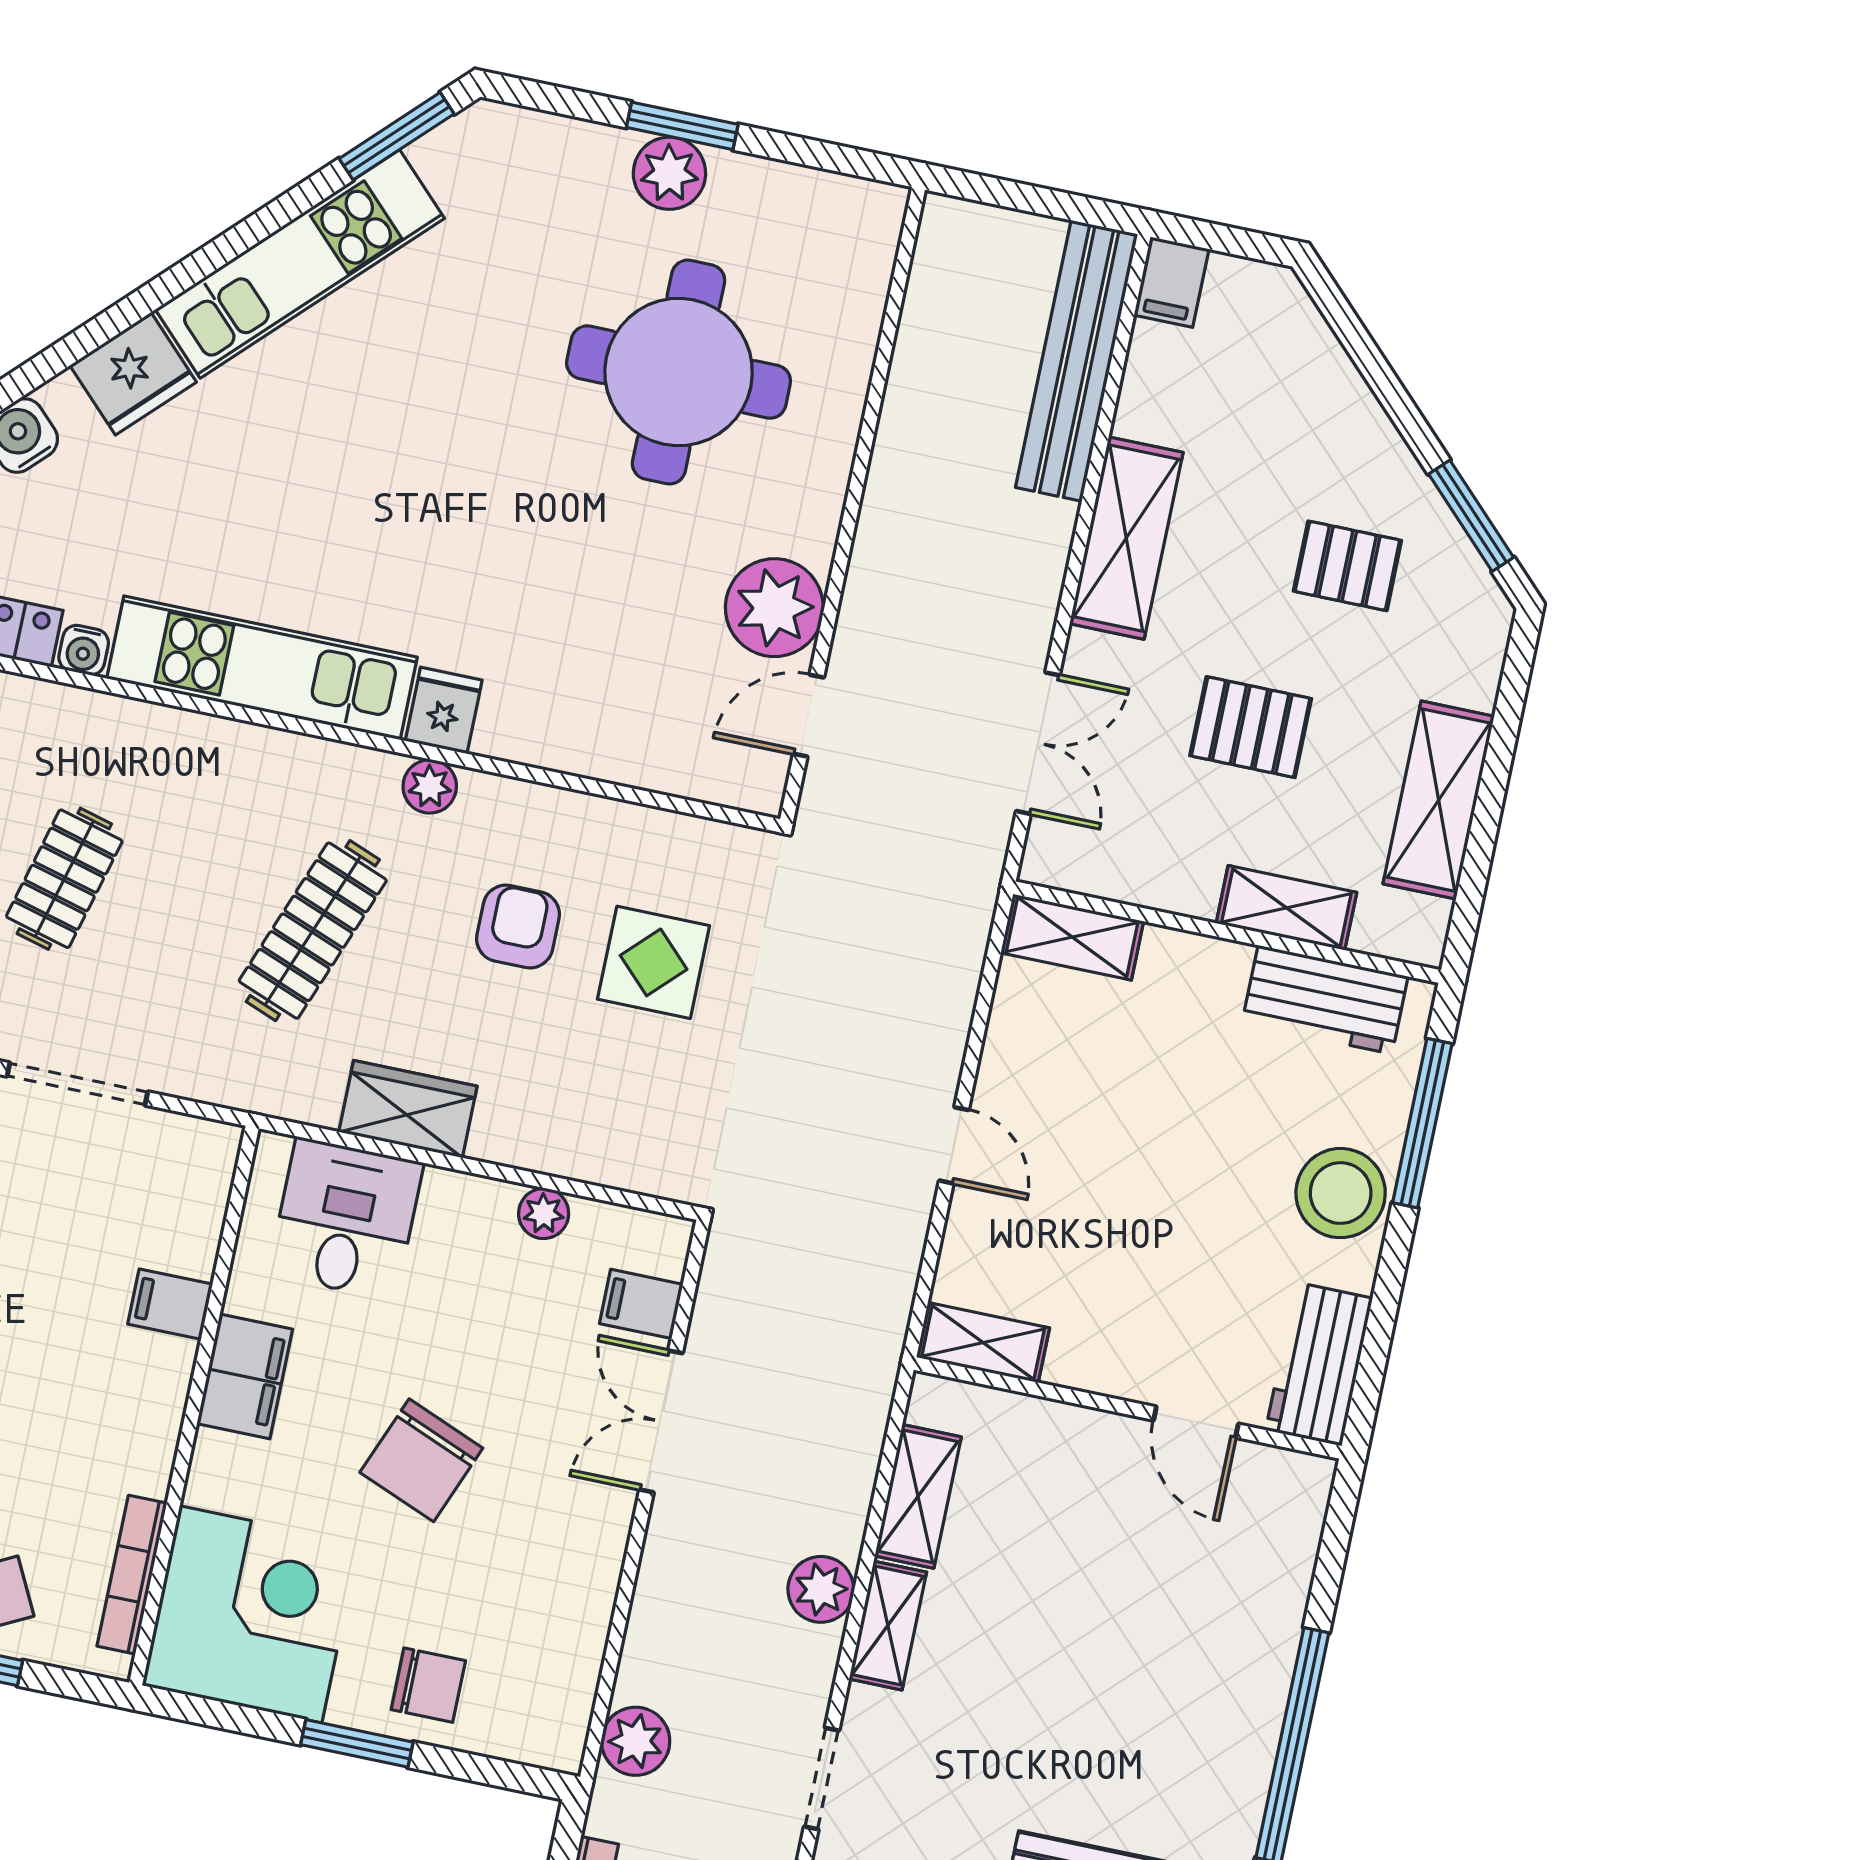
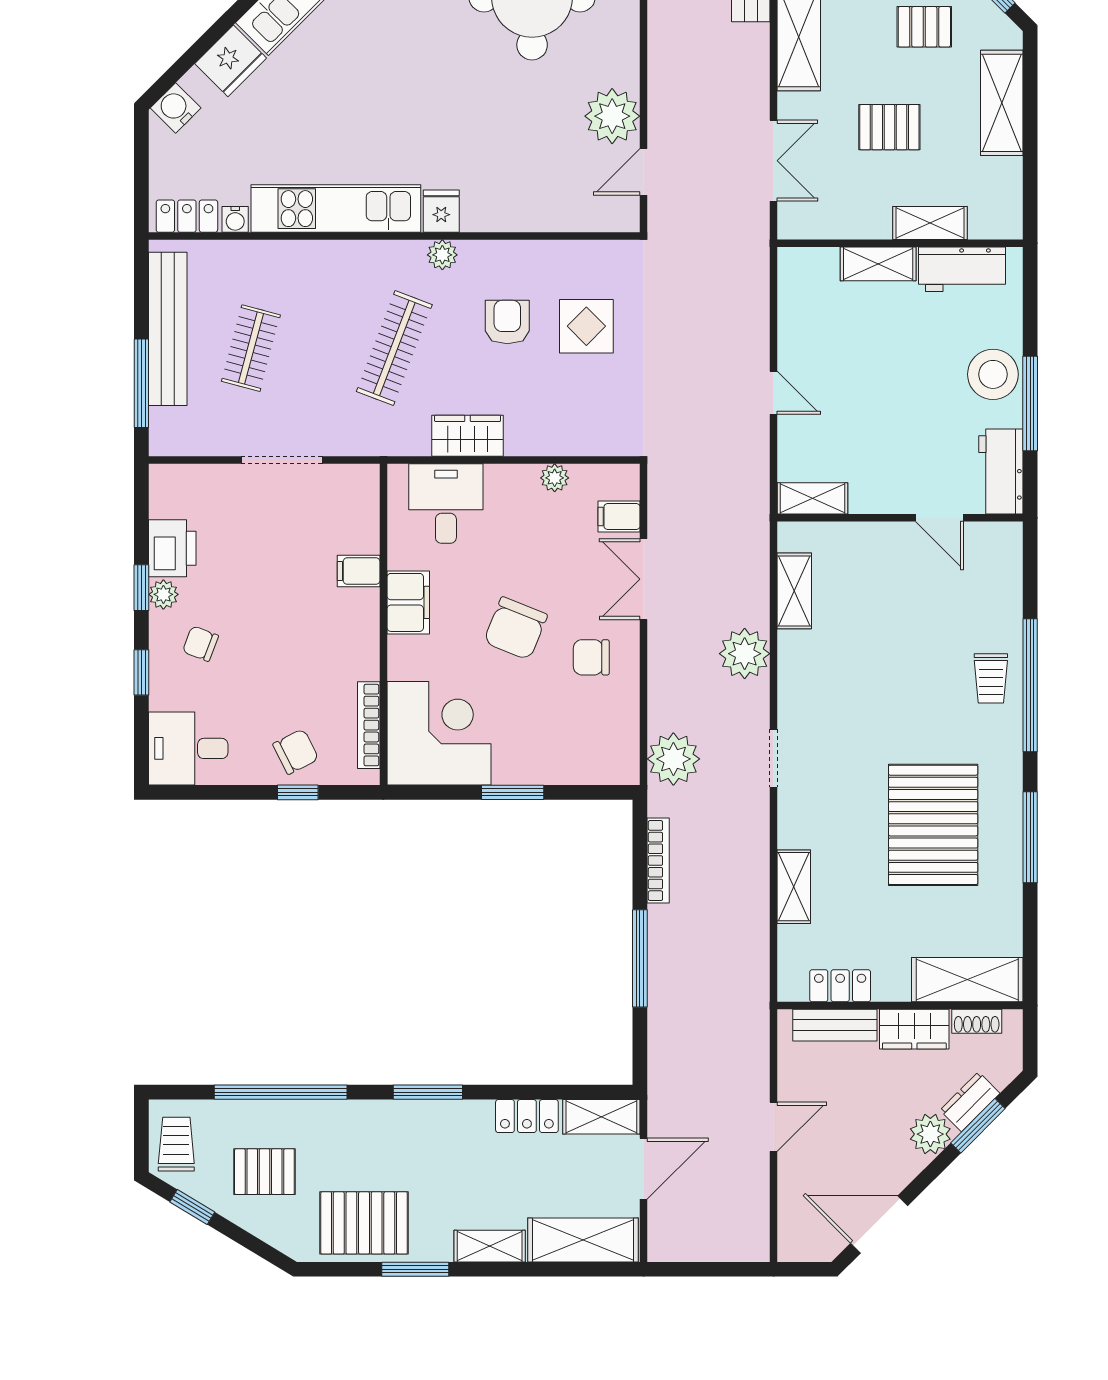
shelving: (1439, 800) -> (1002, 103), moved
shelving: (1072, 937) -> (878, 264), moved
window: (1422, 1123) -> (1030, 404), moved
plant: (821, 1589) -> (745, 654), width x1.36, depth x1.36
shelving: (888, 1626) -> (793, 666), removed
chair: (428, 1685) -> (591, 657), moved, turned 180
trolley: (1227, 1719) -> (991, 678), added
plant: (636, 1741) -> (673, 759), width x1.36, depth x1.36

